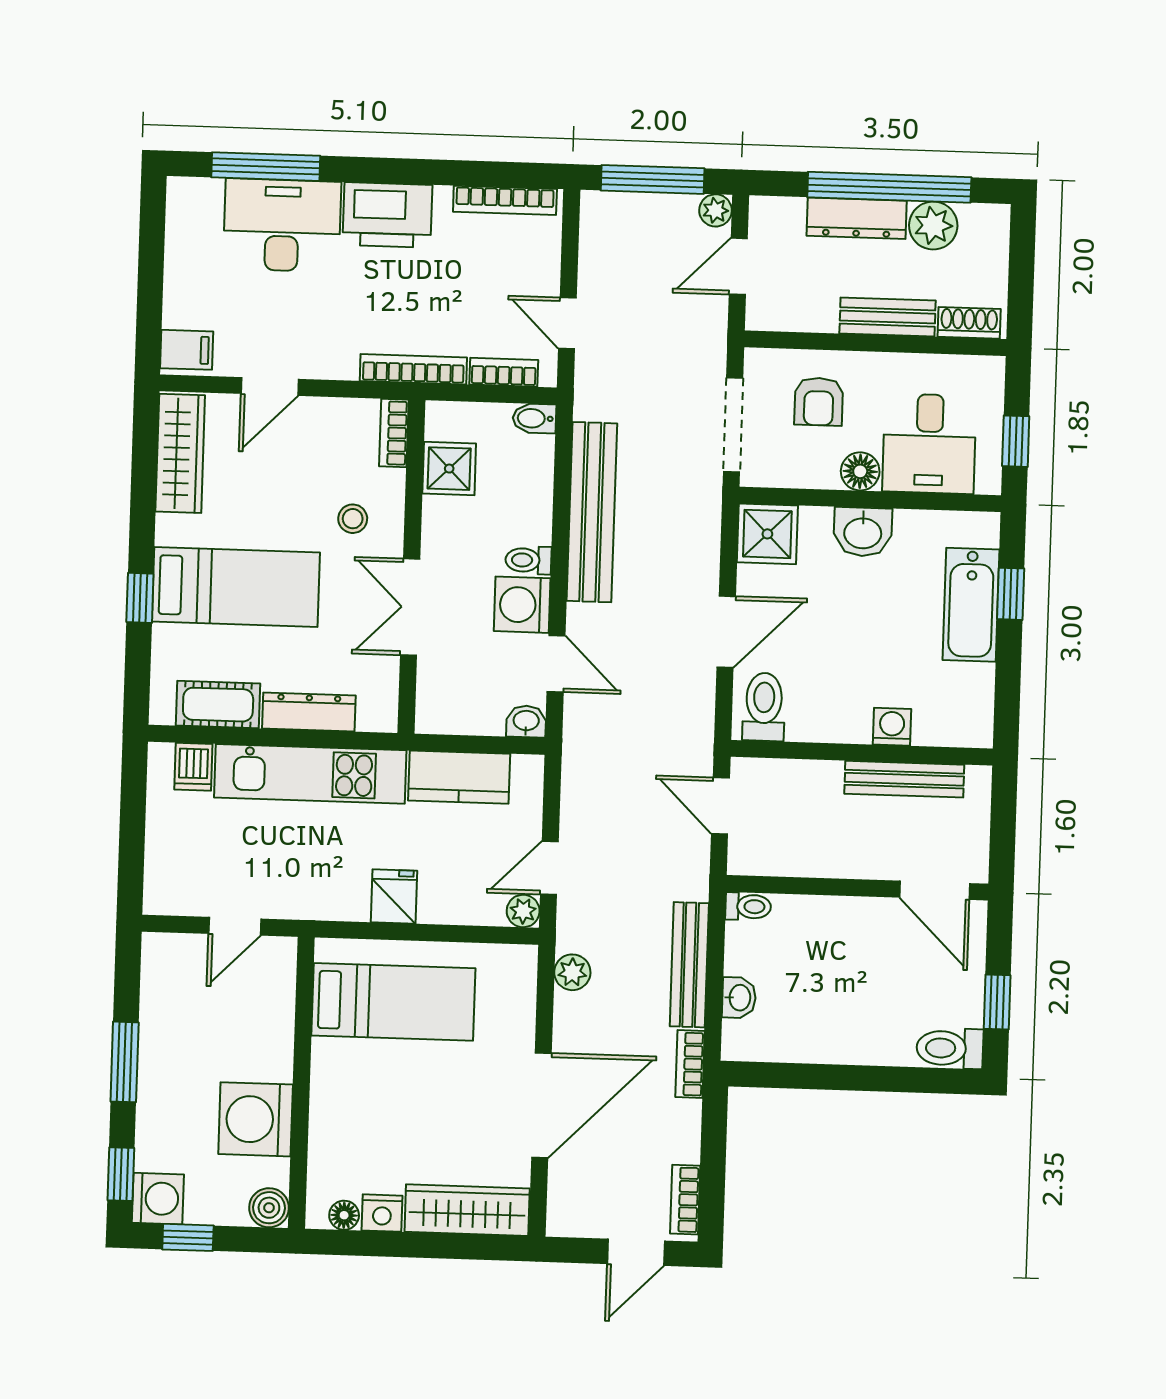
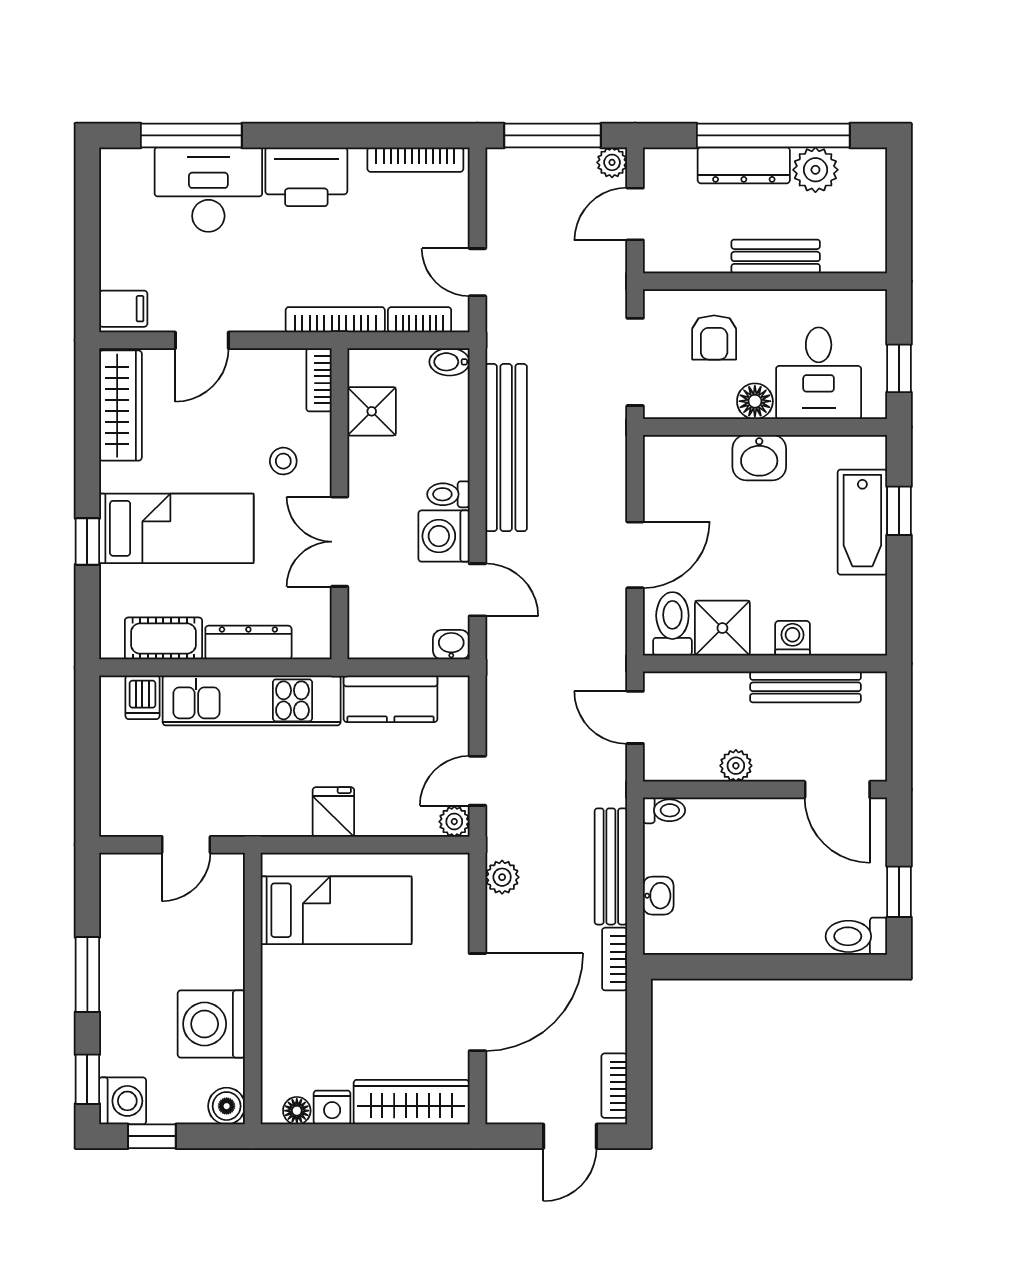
shoe rack: (969, 323) -> (852, 259), removed
shower: (767, 534) -> (722, 628), moved
plant: (827, 861) -> (736, 766), added

